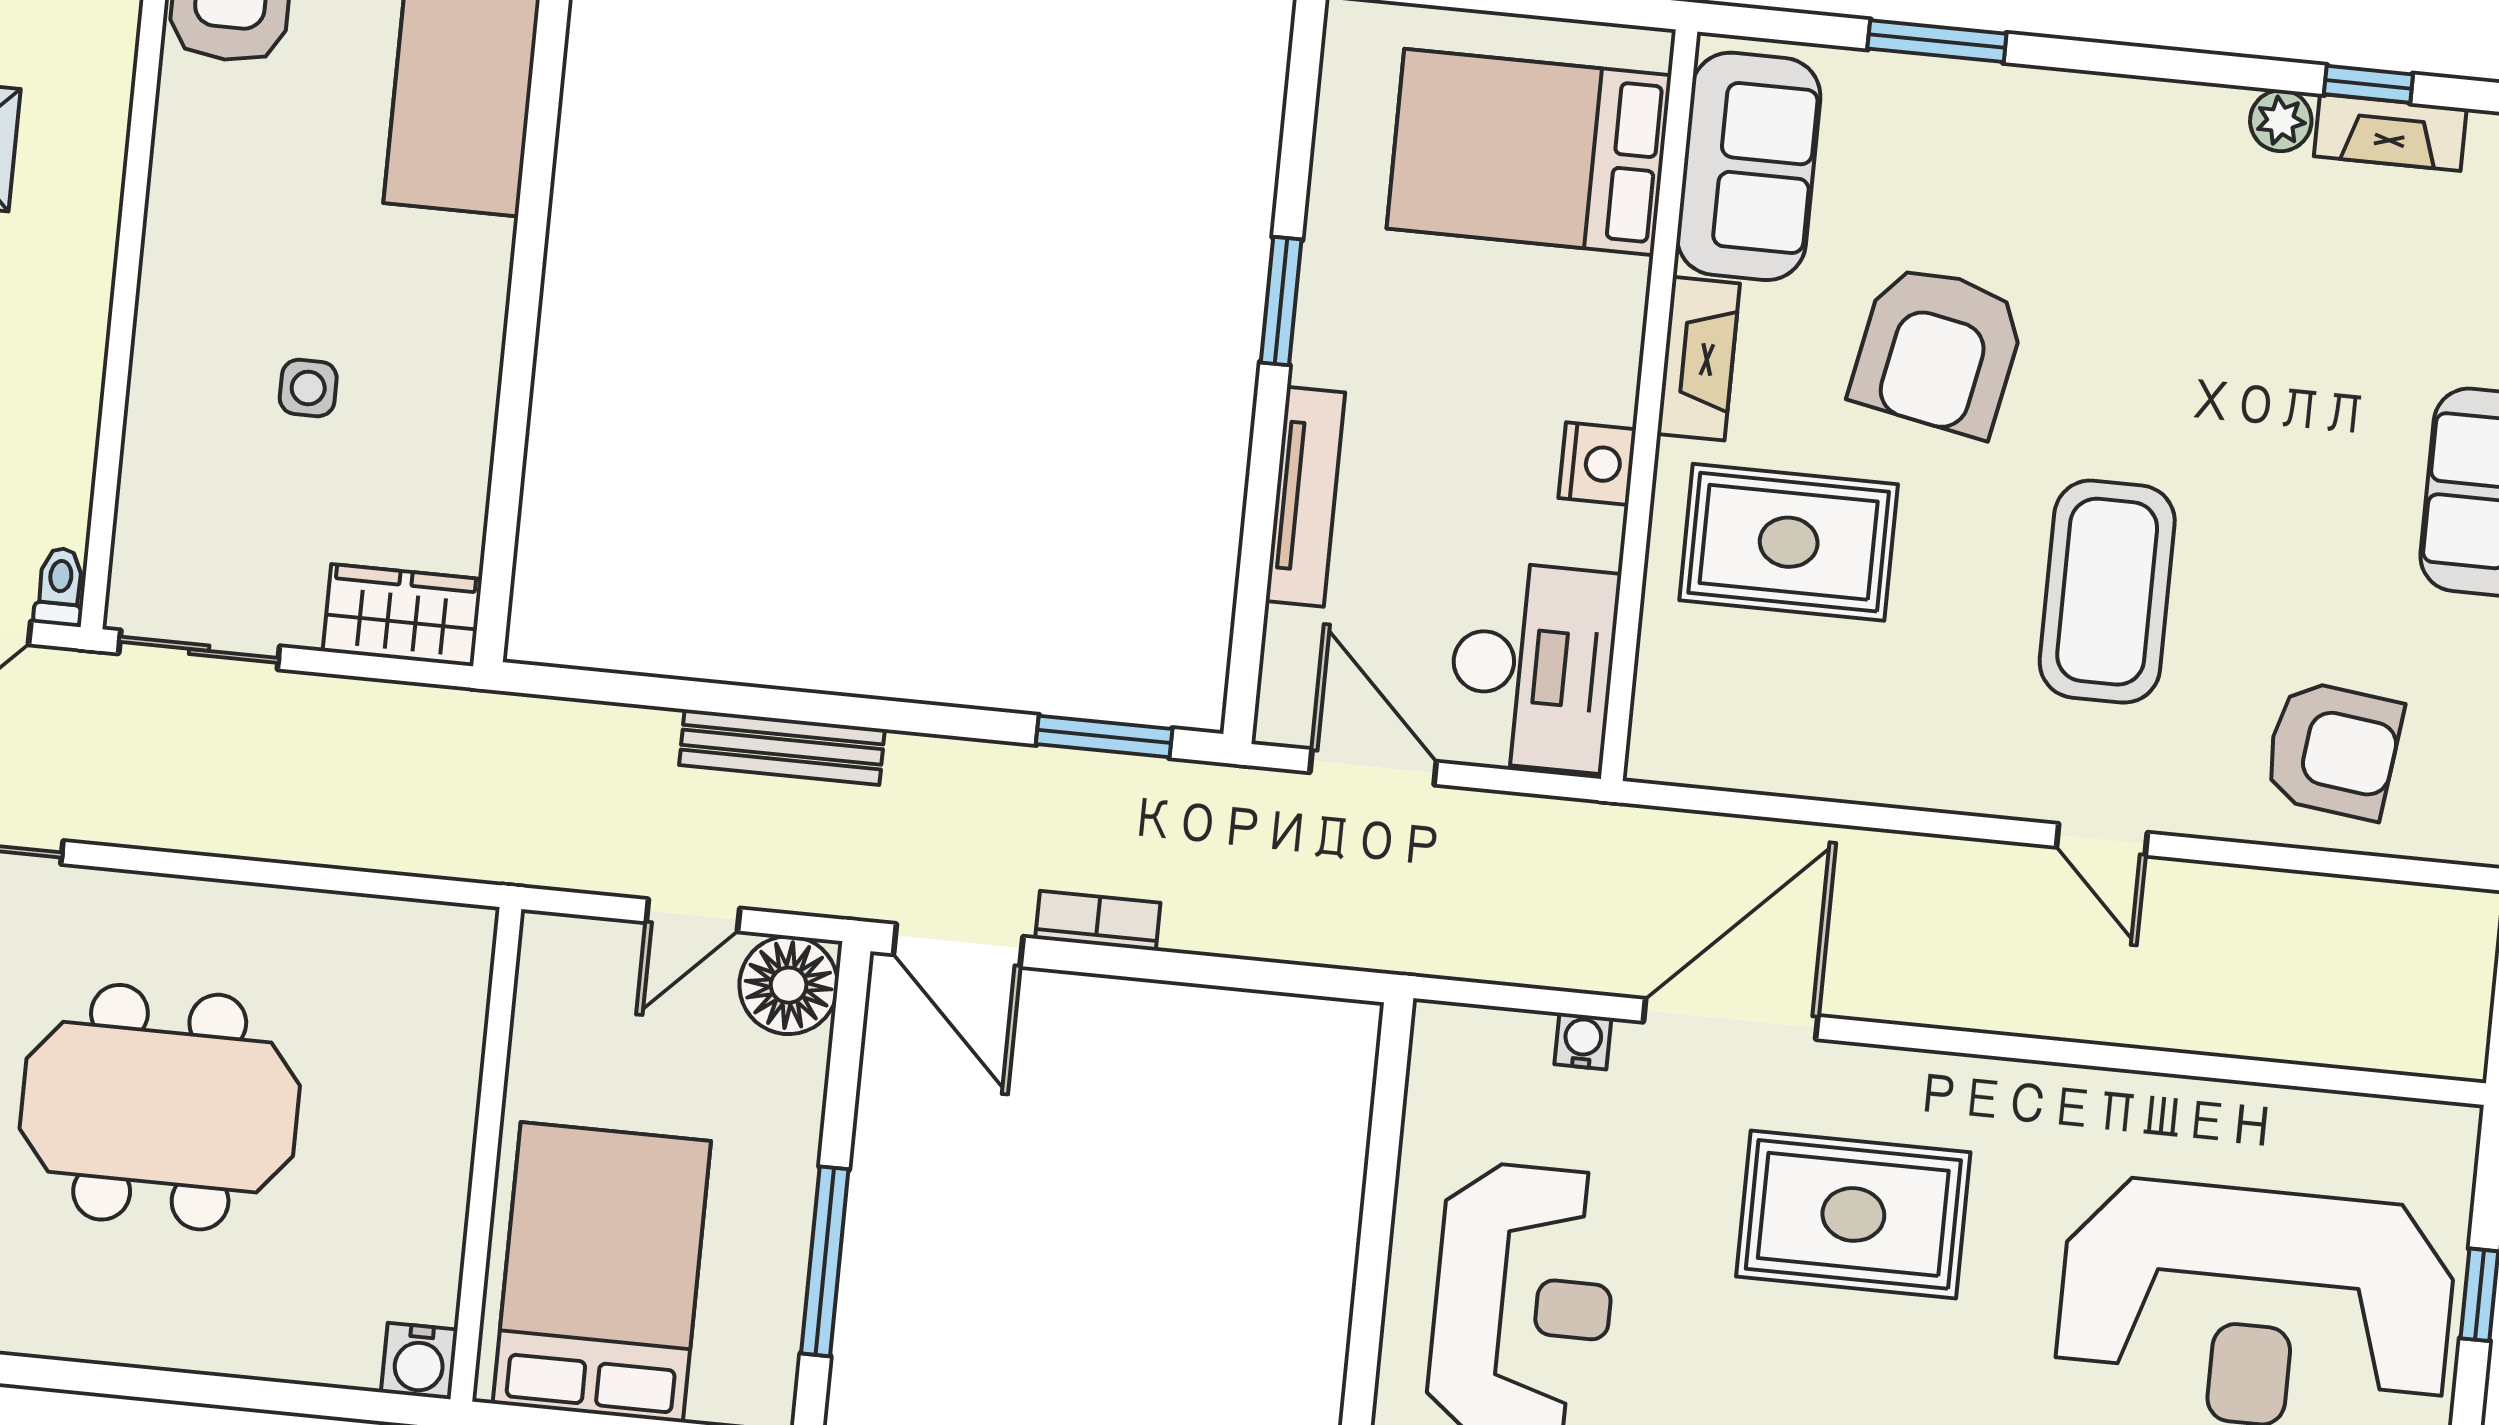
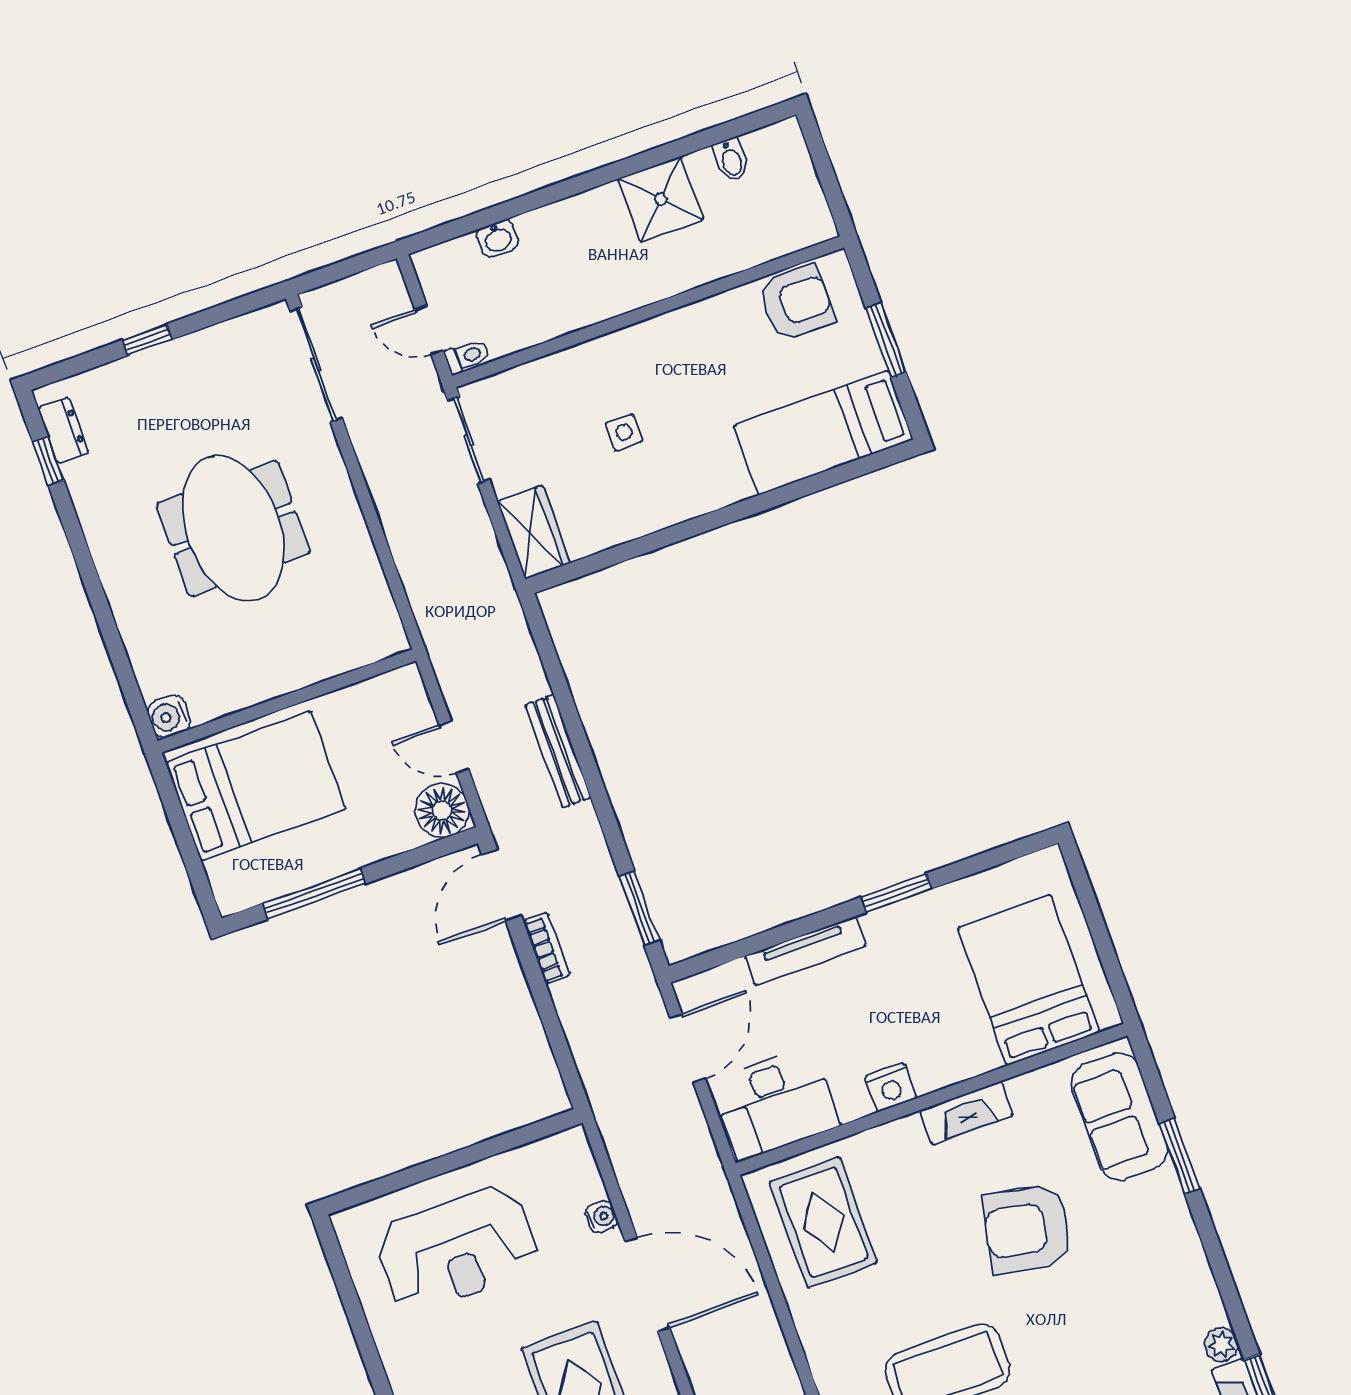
sofa: (1749, 166) -> (1119, 1116), moved, turned 90
rug: (1789, 542) -> (823, 1222), moved

